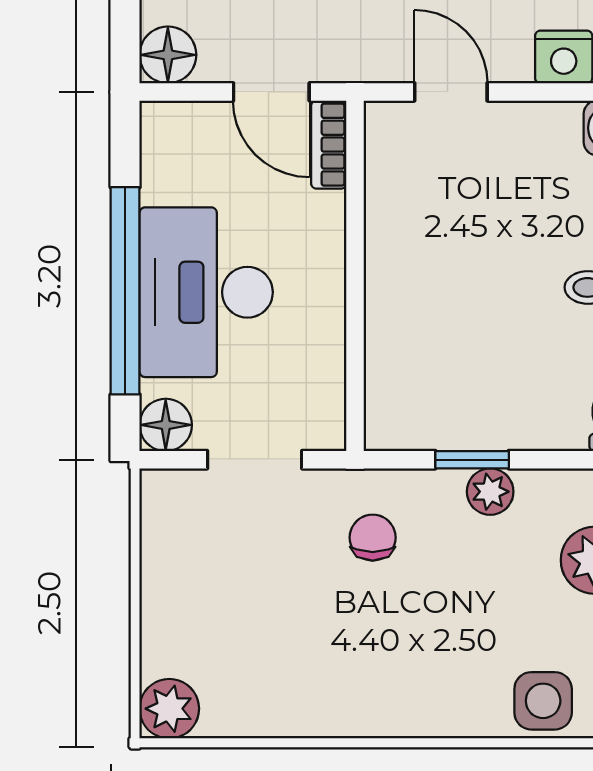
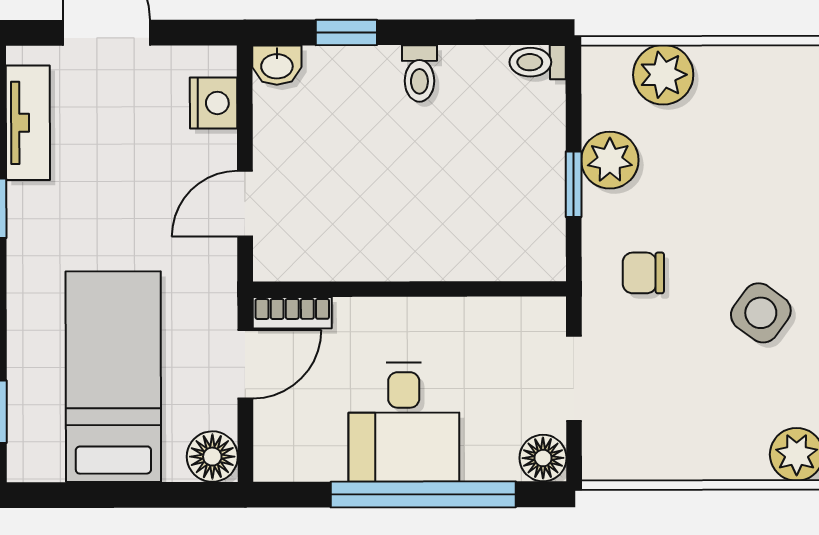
desk: (206, 292) -> (404, 422), width x0.73
plant: (490, 492) -> (610, 160), width x1.38, depth x1.38
side table: (543, 701) -> (761, 313), moved, turned 36

